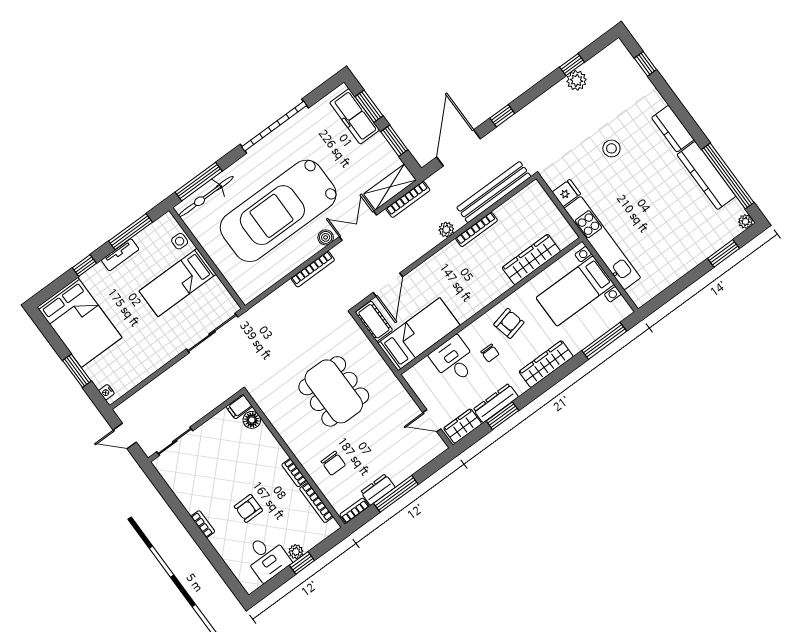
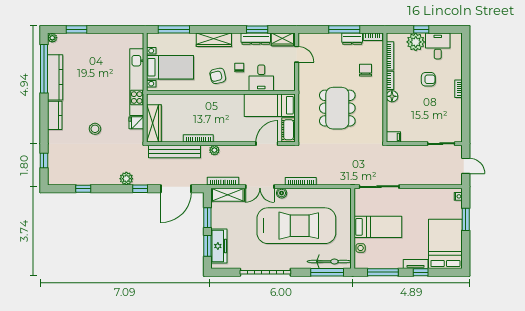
plant: (577, 80) -> (126, 179), moved
tv unit: (120, 255) -> (416, 264), moved
wardrobe: (531, 259) -> (154, 123), moved, turned -90
floor lamp: (252, 420) -> (392, 96), moved
plant: (296, 552) -> (416, 42), width x1.87, depth x1.87

